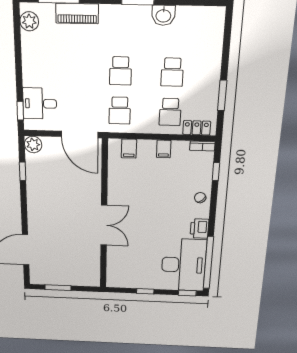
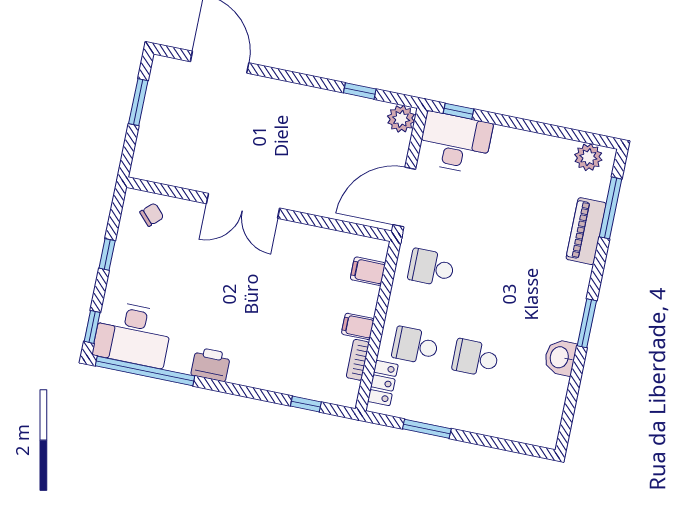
school desk: (121, 71) -> (492, 280), removed
desk: (40, 104) -> (455, 143), width x1.37
bookcase: (202, 146) -> (358, 360), moved
chair: (200, 198) -> (152, 215), moved
desk: (184, 265) -> (133, 334), width x0.73, depth x0.77

